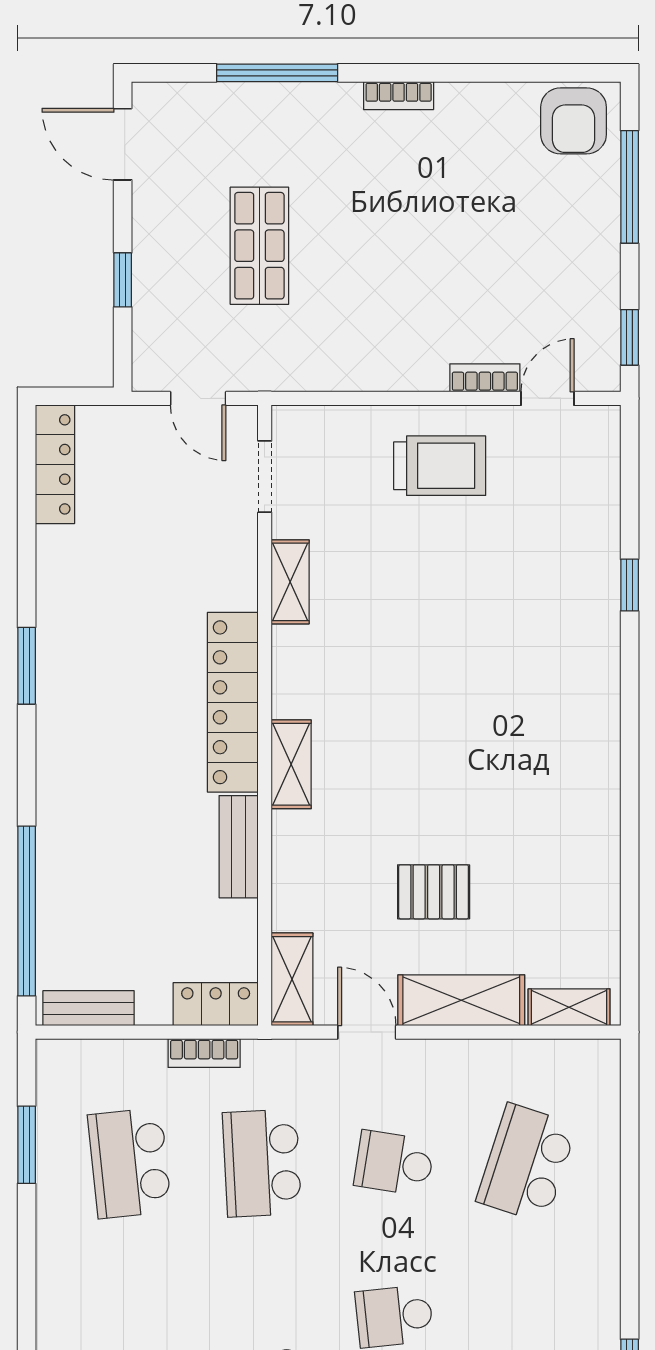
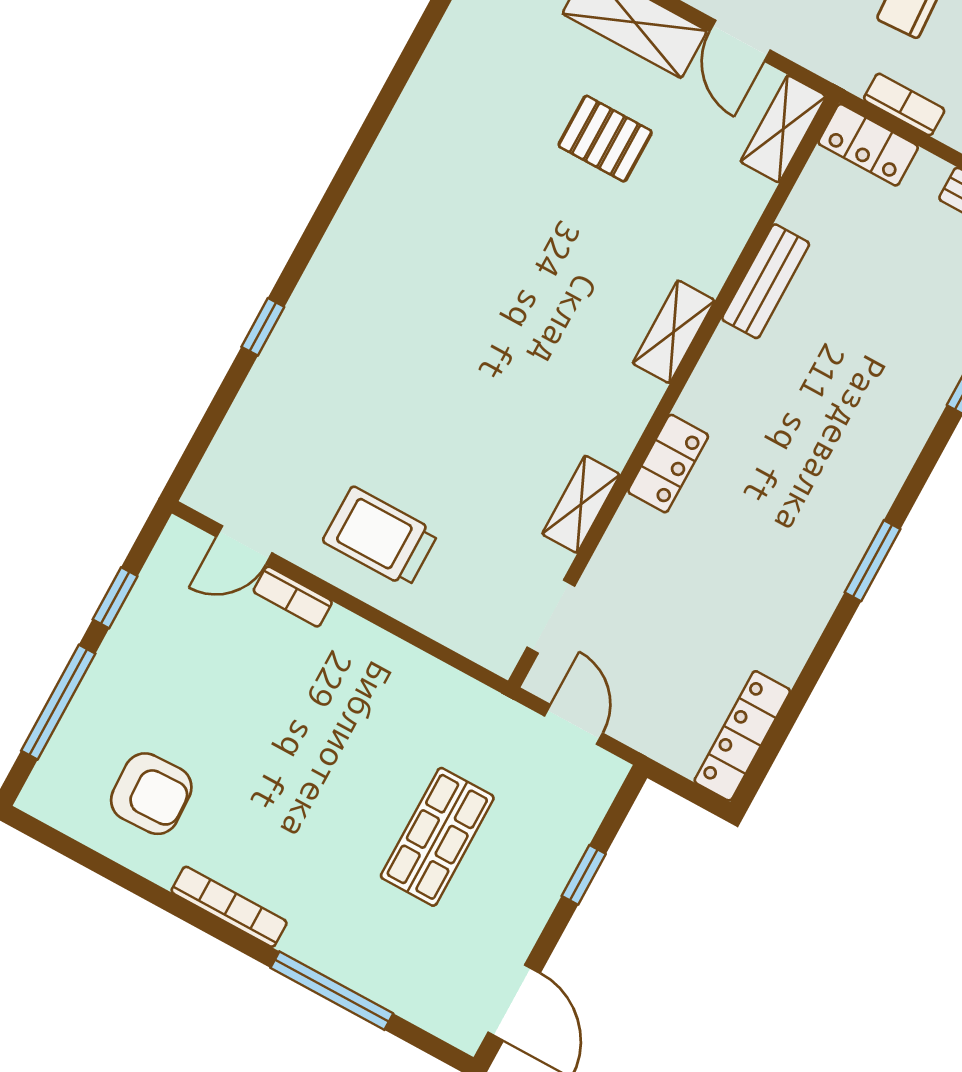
bookcase: (399, 96) -> (229, 907), width x1.56
armchair: (574, 121) -> (151, 794), moved, turned 88
window: (630, 337) -> (115, 598), moved
locker: (233, 702) -> (668, 464), width x0.46, depth x0.83

